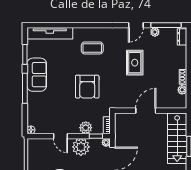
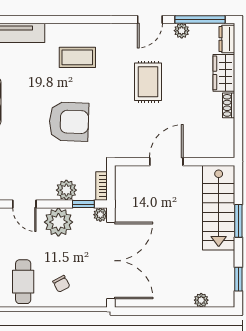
wardrobe: (180, 57) -> (224, 73), added
armchair: (87, 87) -> (69, 122), turned -88
plant: (182, 90) -> (227, 127), removed

